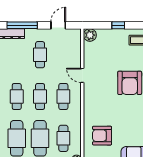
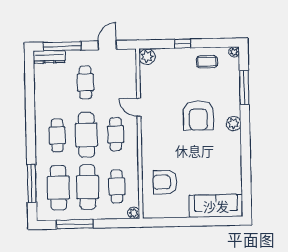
cafe table: (40, 97) -> (86, 135), width x1.37, depth x1.35

